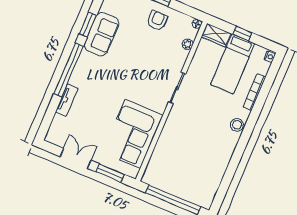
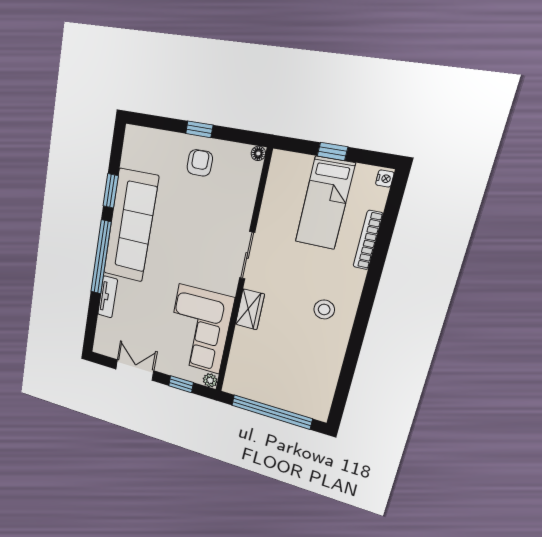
sofa: (102, 34) -> (131, 226), width x1.85, depth x1.27
wardrobe: (216, 35) -> (250, 309), moved, turned -90
plant: (188, 44) -> (210, 380), moved
stool: (237, 125) -> (324, 309), moved
window: (110, 173) -> (181, 384), width x0.67

